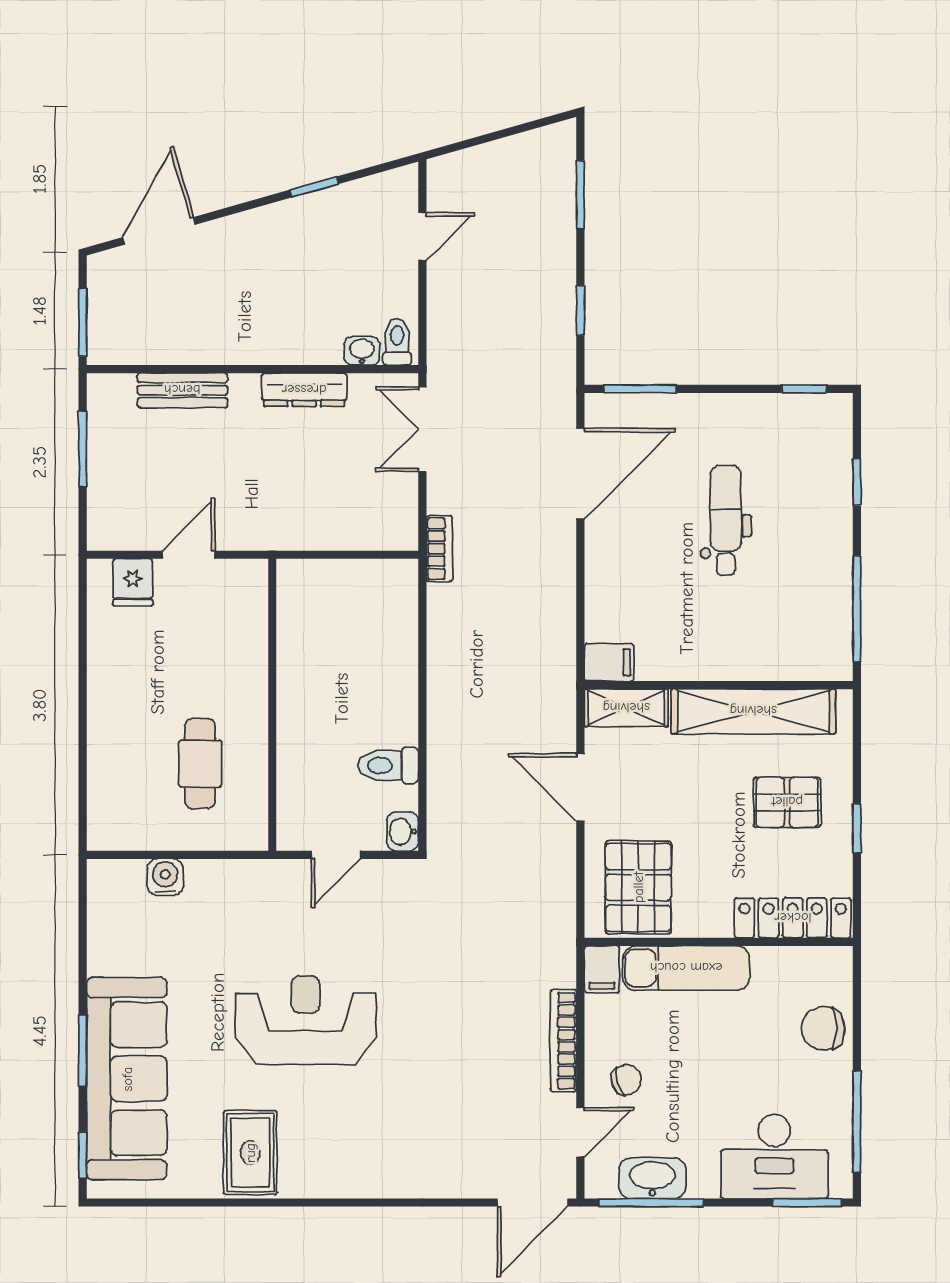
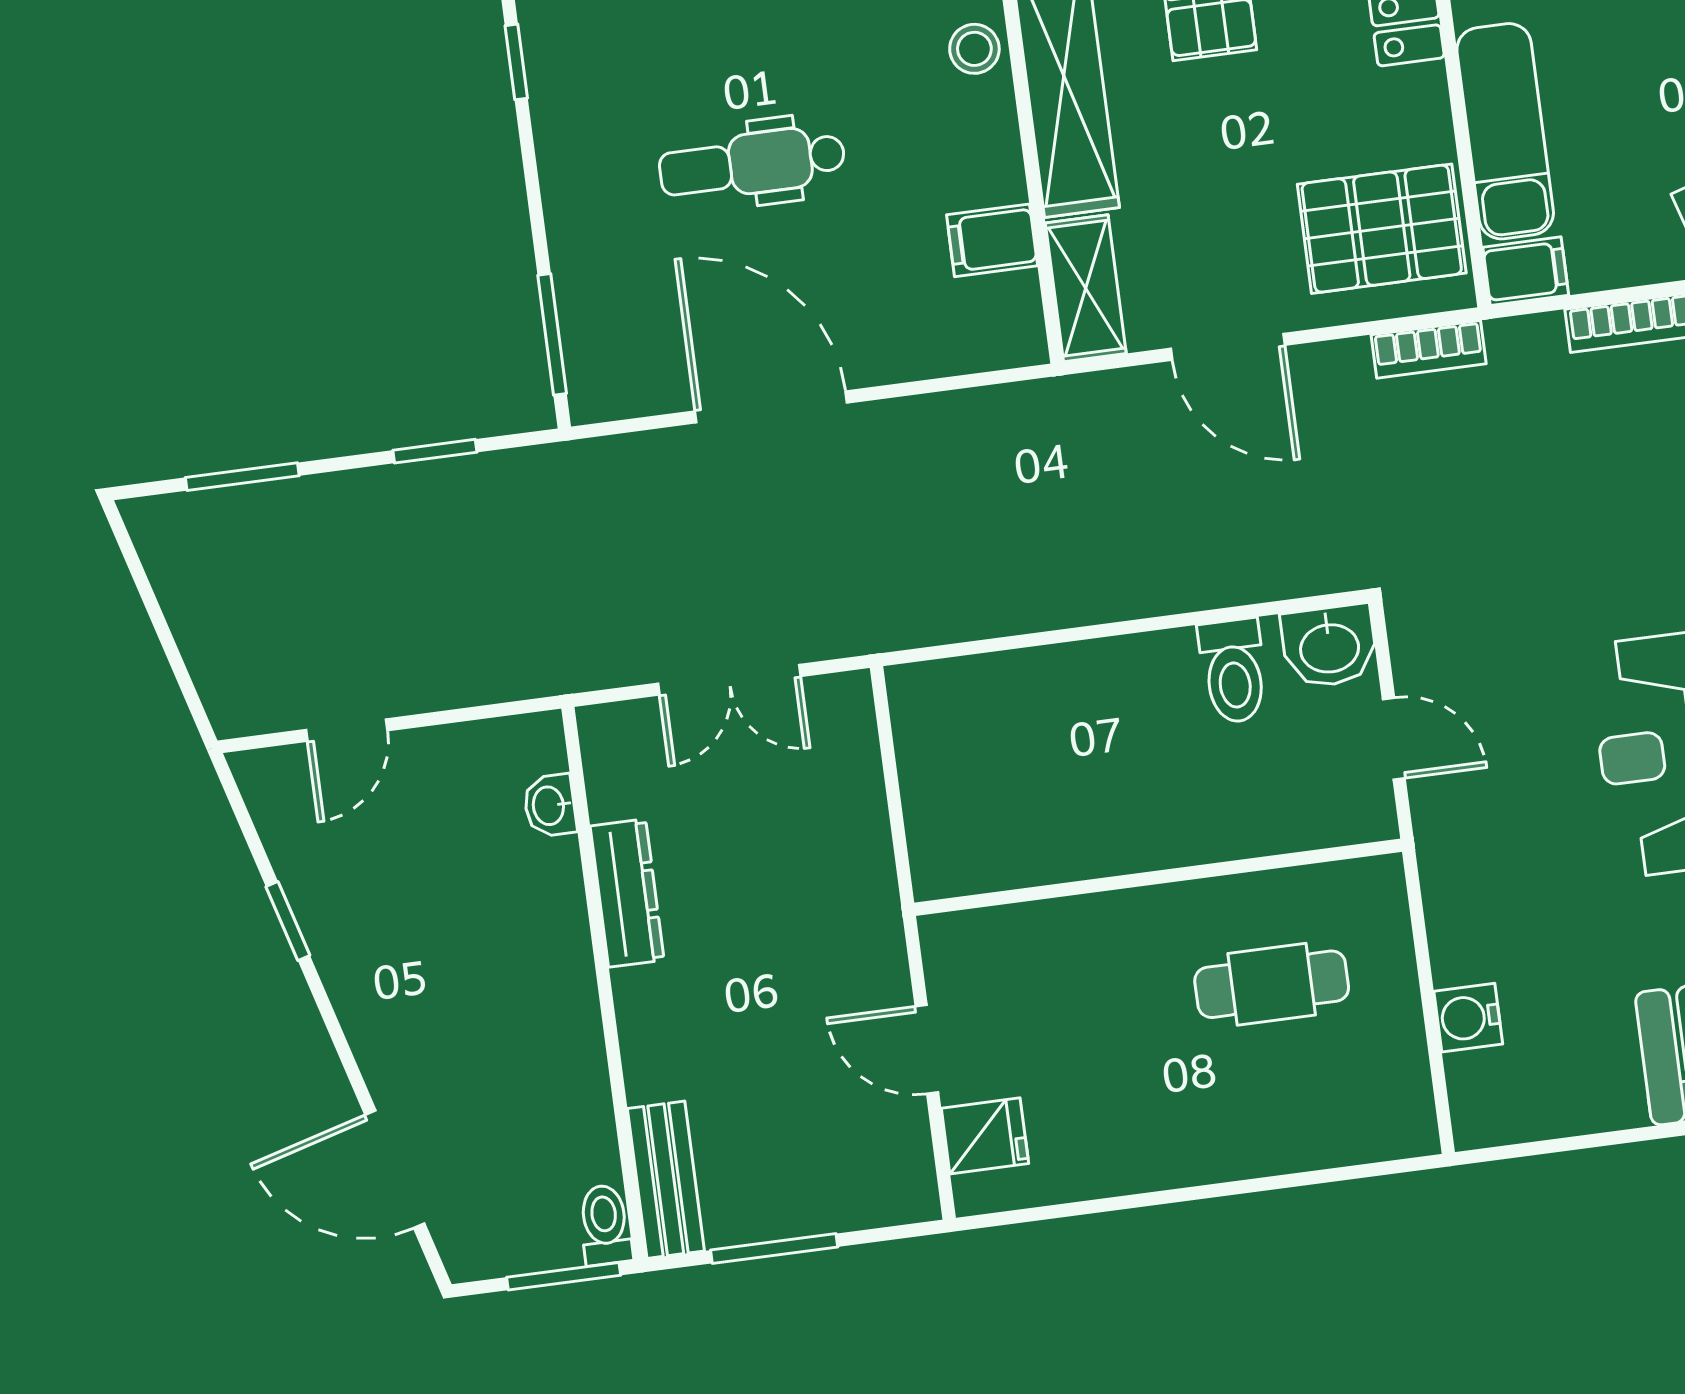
door: (422, 237) -> (347, 730), swing flipped
toilet: (397, 342) -> (605, 1225), moved, turned 90
bench: (182, 390) -> (666, 1180), moved
double door: (422, 429) -> (729, 680), moved
door: (580, 474) -> (771, 407), moved
bookcase: (439, 549) -> (1429, 349), moved, turned 180
stool: (776, 661) -> (974, 49), added
filing cabinet: (609, 662) -> (992, 240), moved, turned -90
door: (580, 787) -> (1228, 347), hinge flipped
washbasin: (403, 831) -> (1329, 646), width x1.38, depth x1.45

